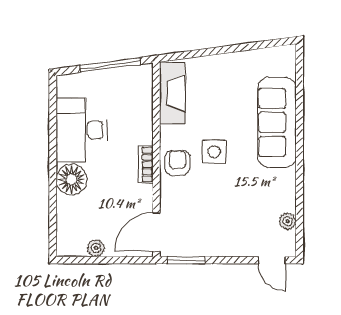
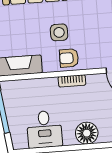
desk: (81, 130) -> (44, 129), width x0.73

